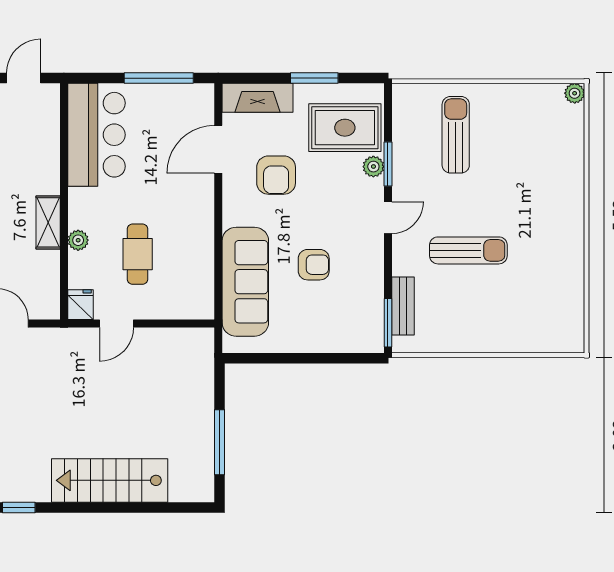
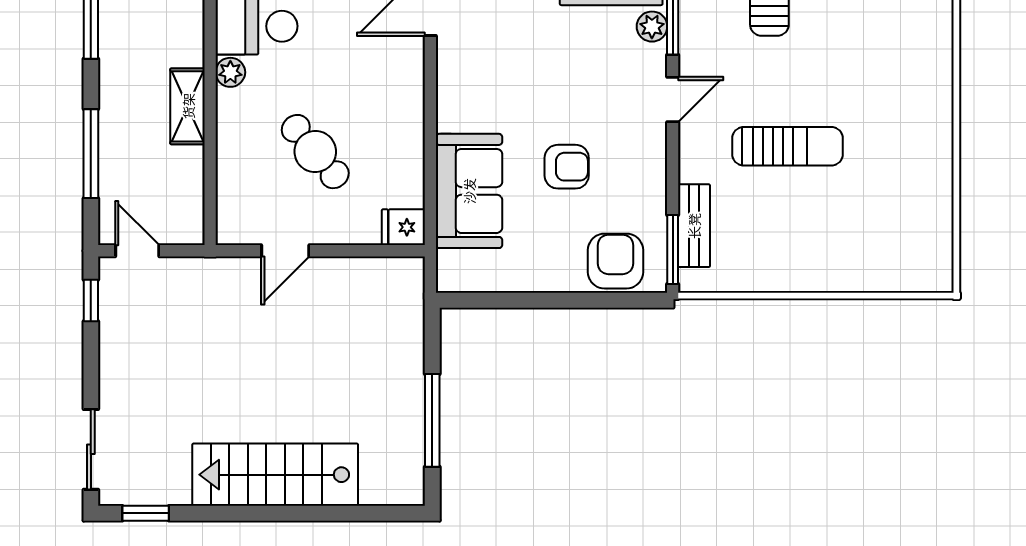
armchair: (276, 175) -> (615, 261), moved, turned 180
plant: (78, 240) -> (230, 72), moved
cafe table: (138, 254) -> (315, 152), turned -40
sofa: (245, 282) -> (469, 191), width x0.73
fridge: (80, 305) -> (403, 227), moved, turned -90

